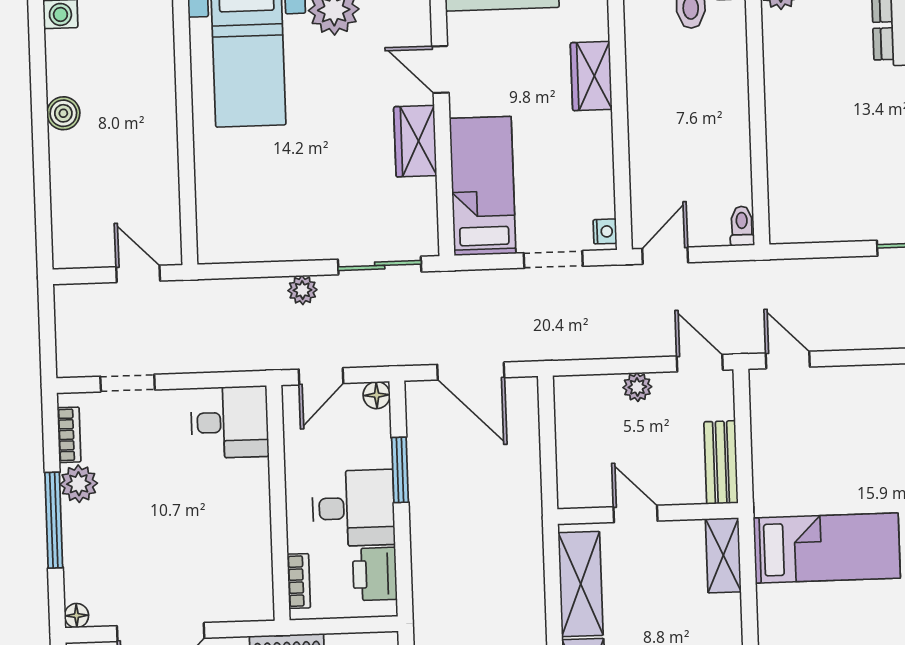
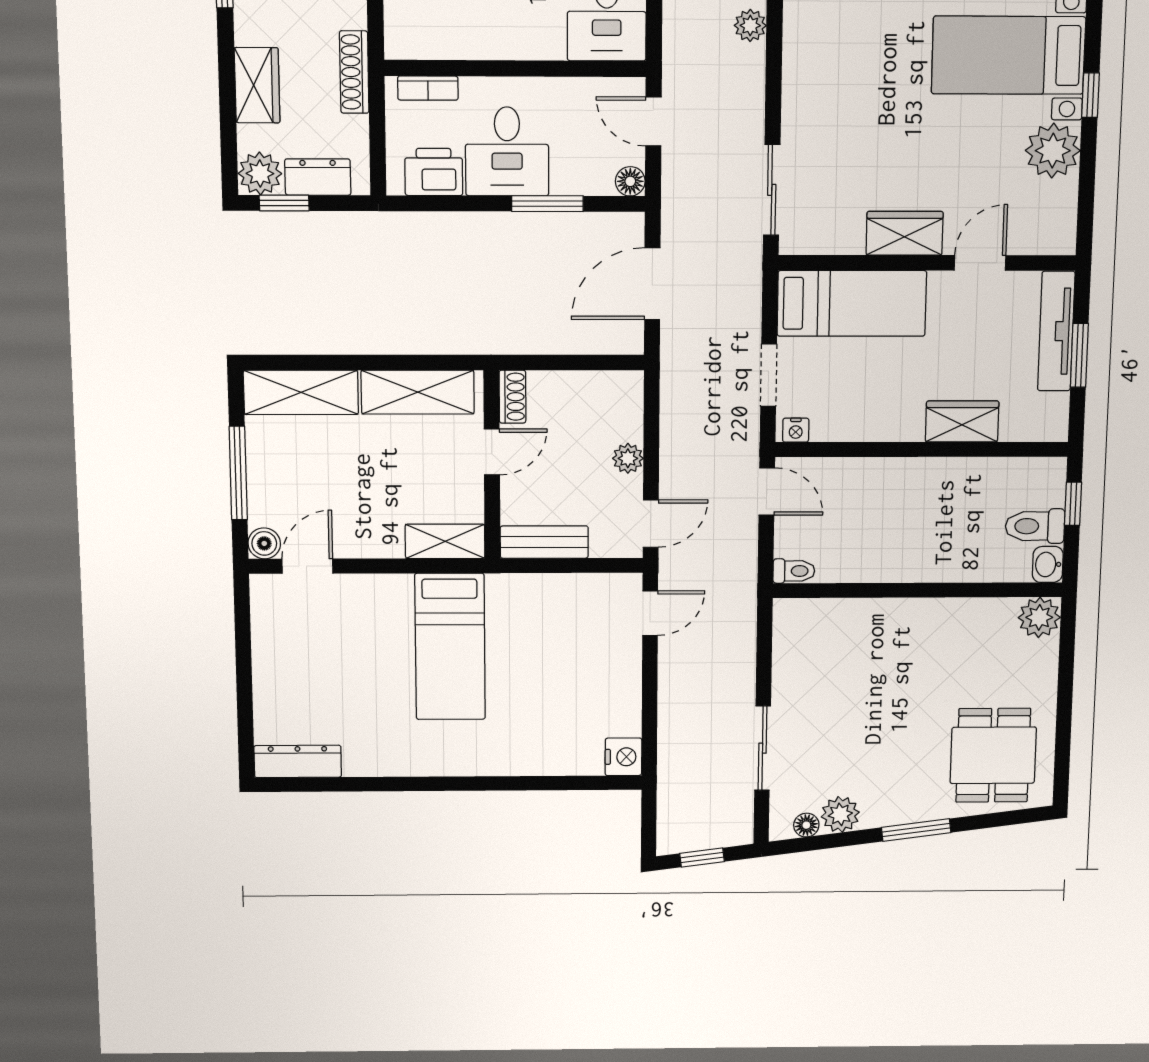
plant: (302, 290) -> (750, 26), moved
shoe rack: (582, 496) -> (512, 397), added

